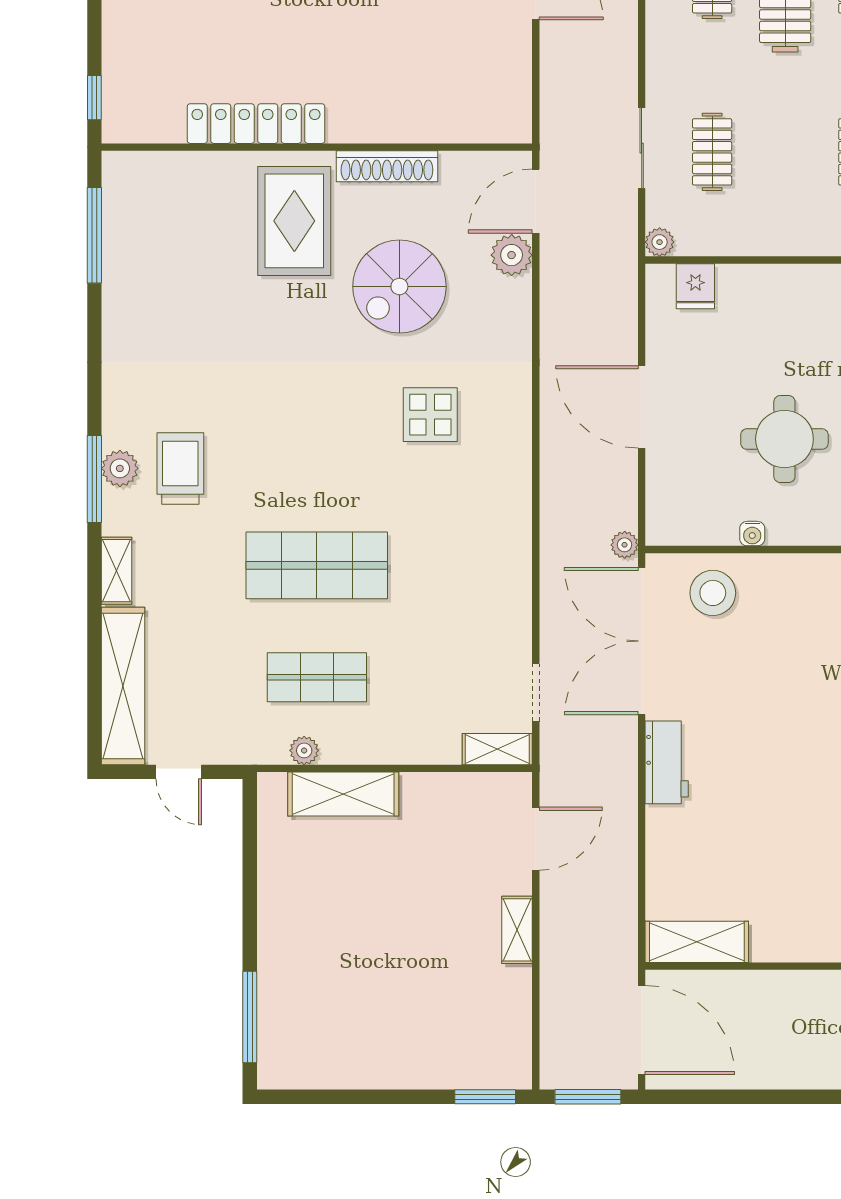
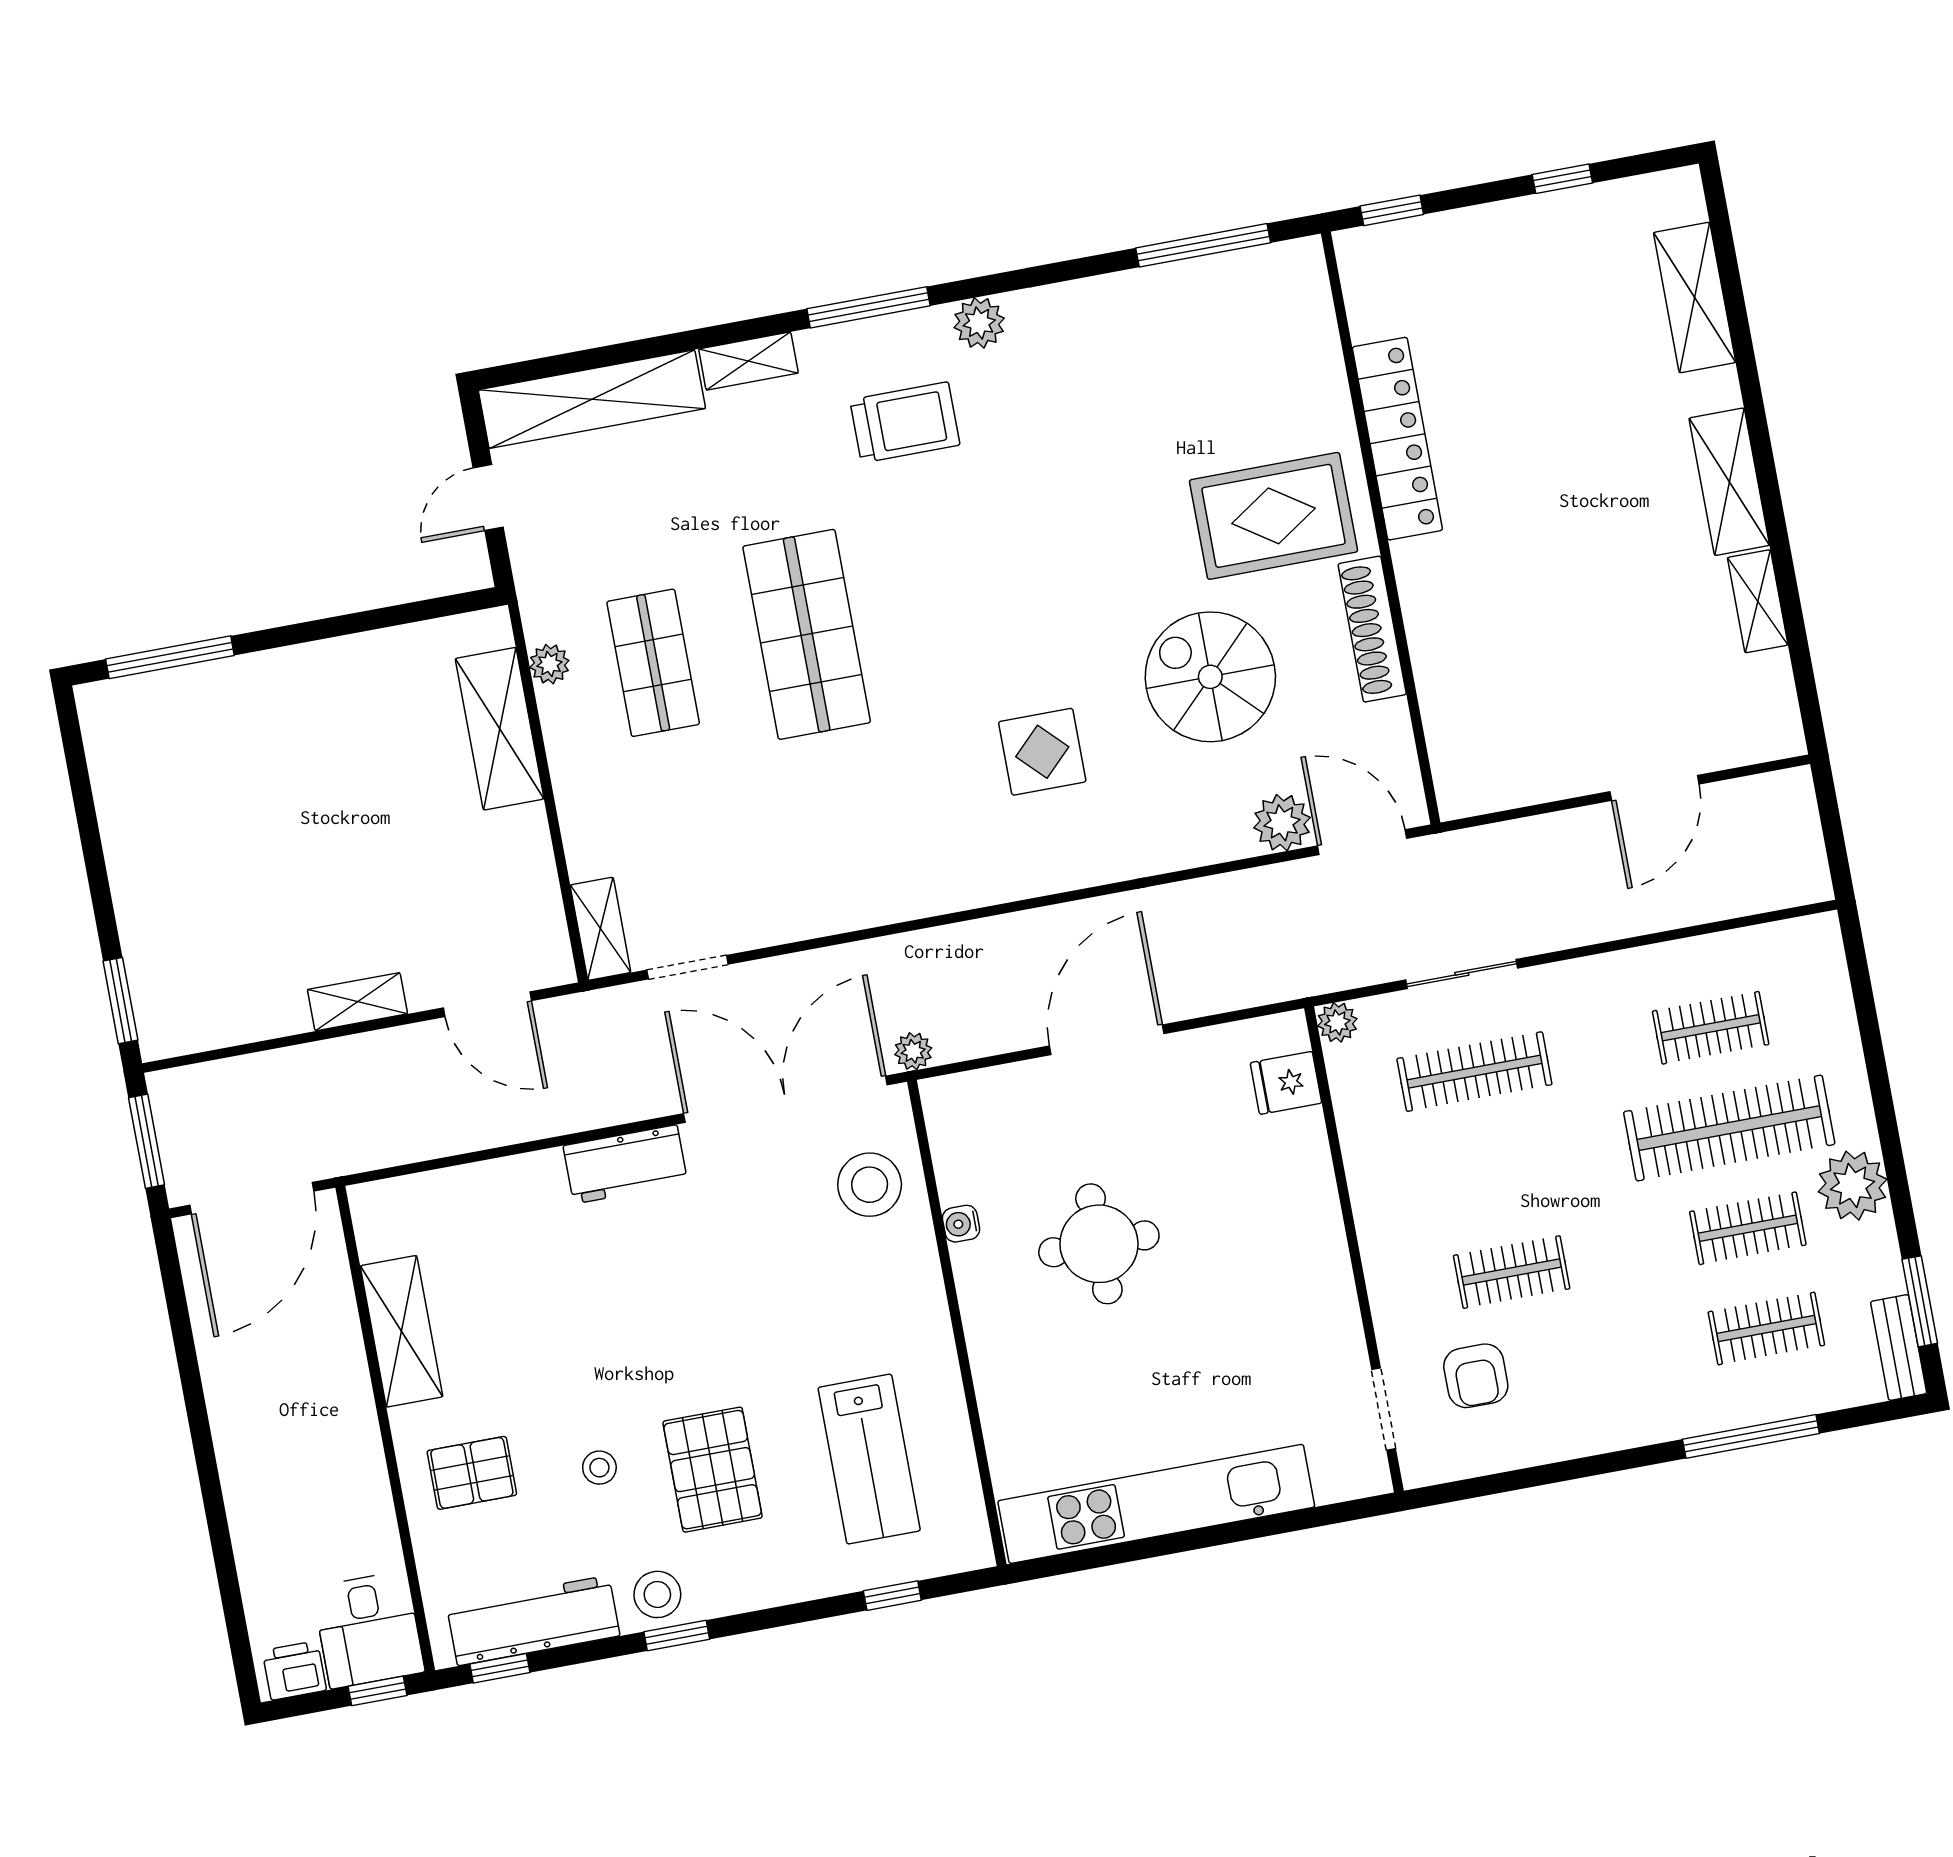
clothes rail: (712, 152) -> (1474, 1072), width x1.36
plant: (120, 468) -> (979, 323), moved
shelving: (697, 942) -> (401, 1331), moved

